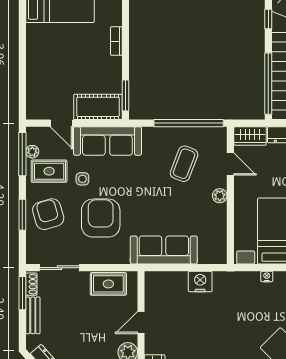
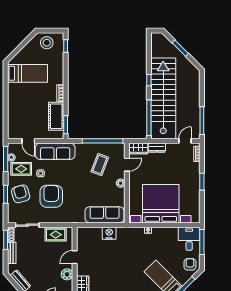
cot: (98, 107) -> (56, 116), moved, turned 90
door: (230, 164) -> (127, 165), hinge flipped
sofa: (164, 250) -> (105, 215), moved

